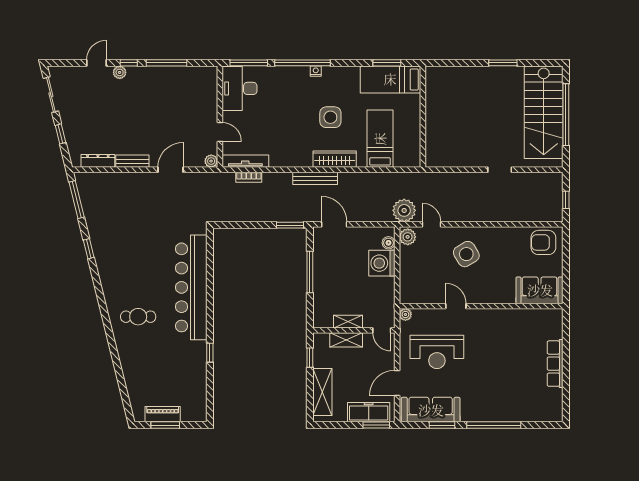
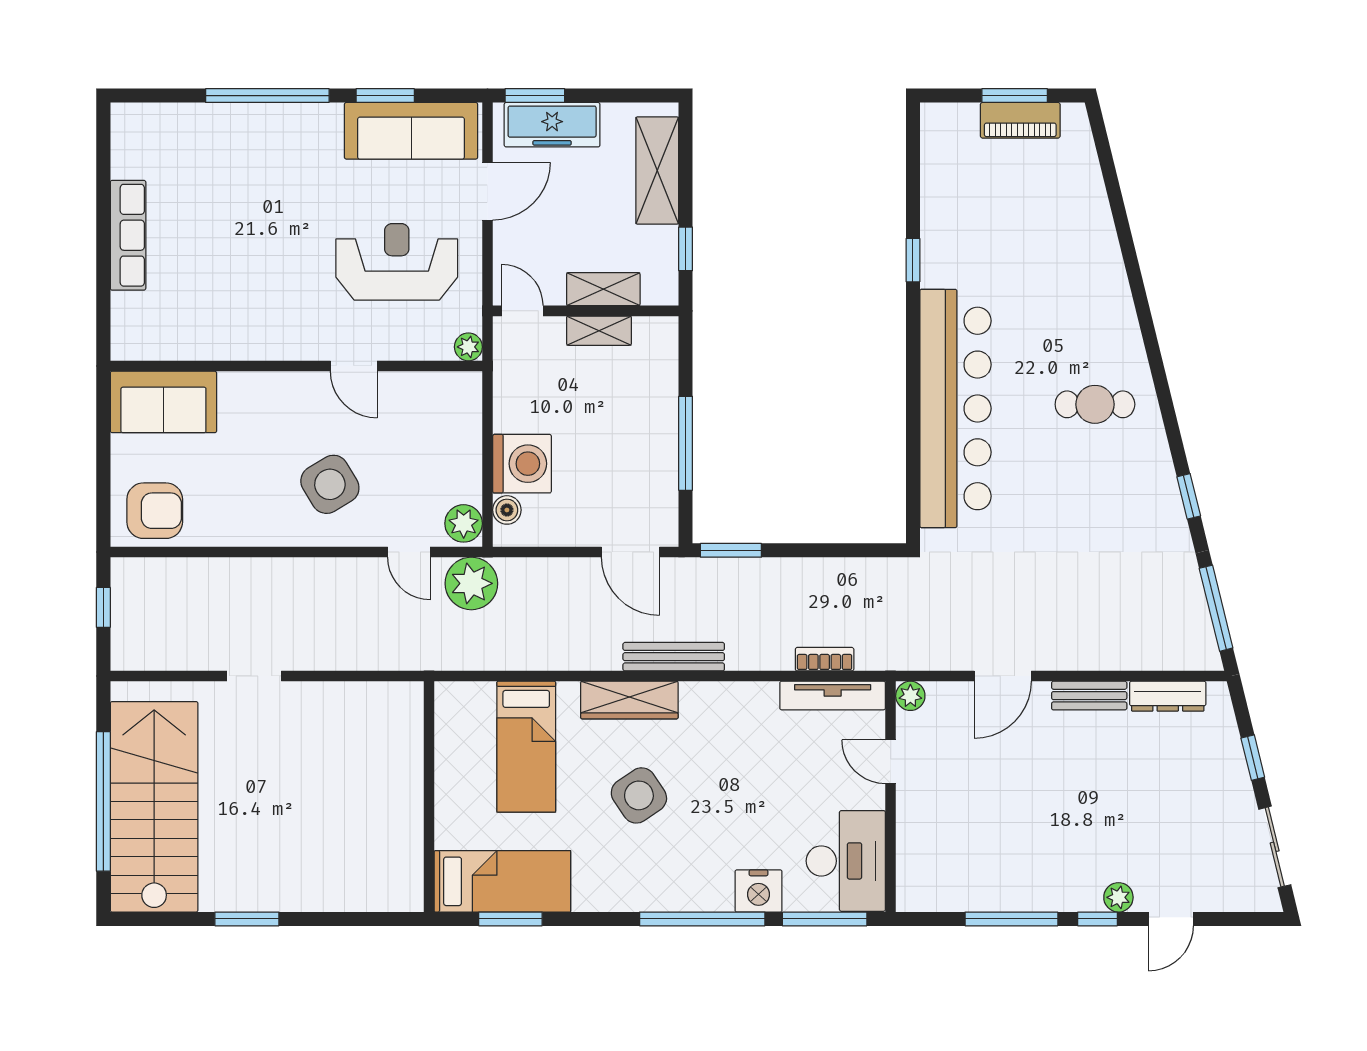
nightstand: (316, 71) -> (759, 891), moved, width x1.89, depth x1.79
side table: (330, 117) -> (639, 795), turned -34
cafe table: (138, 317) -> (1095, 404), moved

